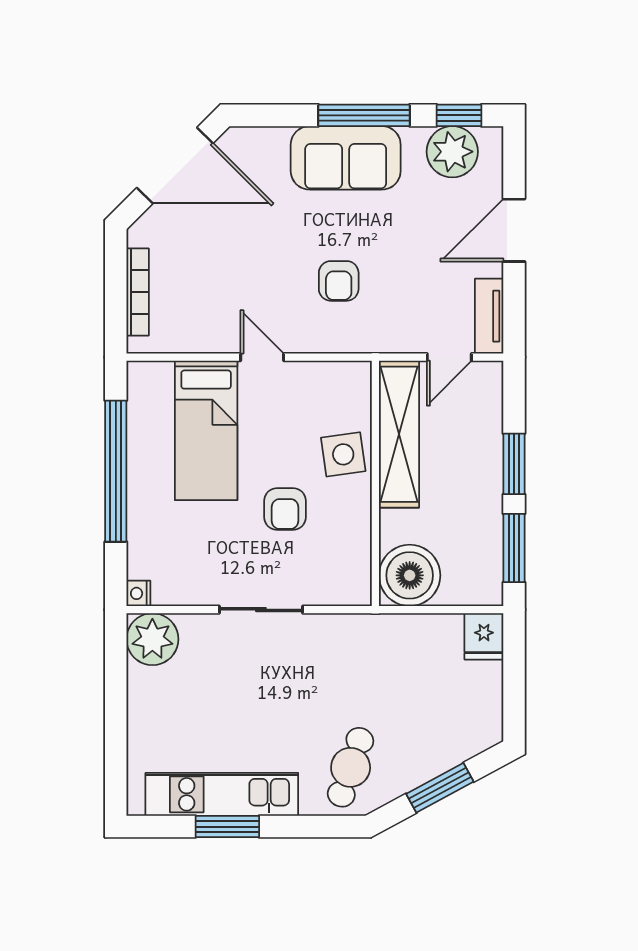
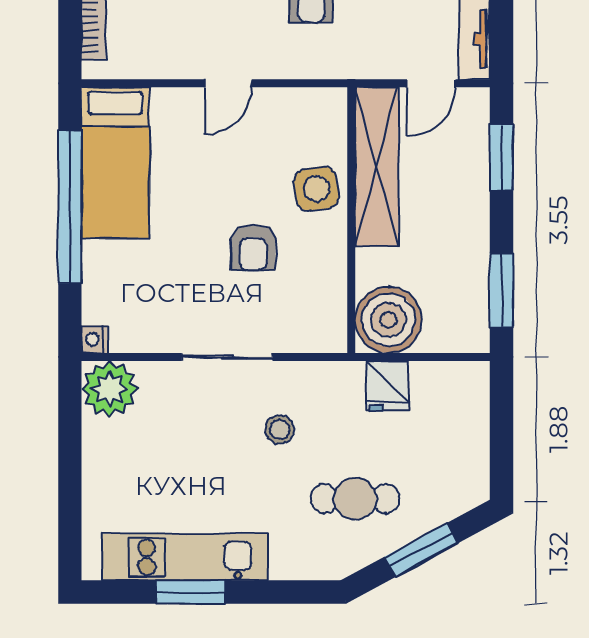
door: (262, 357) -> (228, 83), swing flipped
bed: (206, 430) -> (115, 163), moved
window: (514, 464) -> (501, 158), moved
fridge: (484, 636) -> (387, 386), moved
stool: (309, 676) -> (280, 429), added
cafe table: (351, 767) -> (355, 499), moved, turned 71

